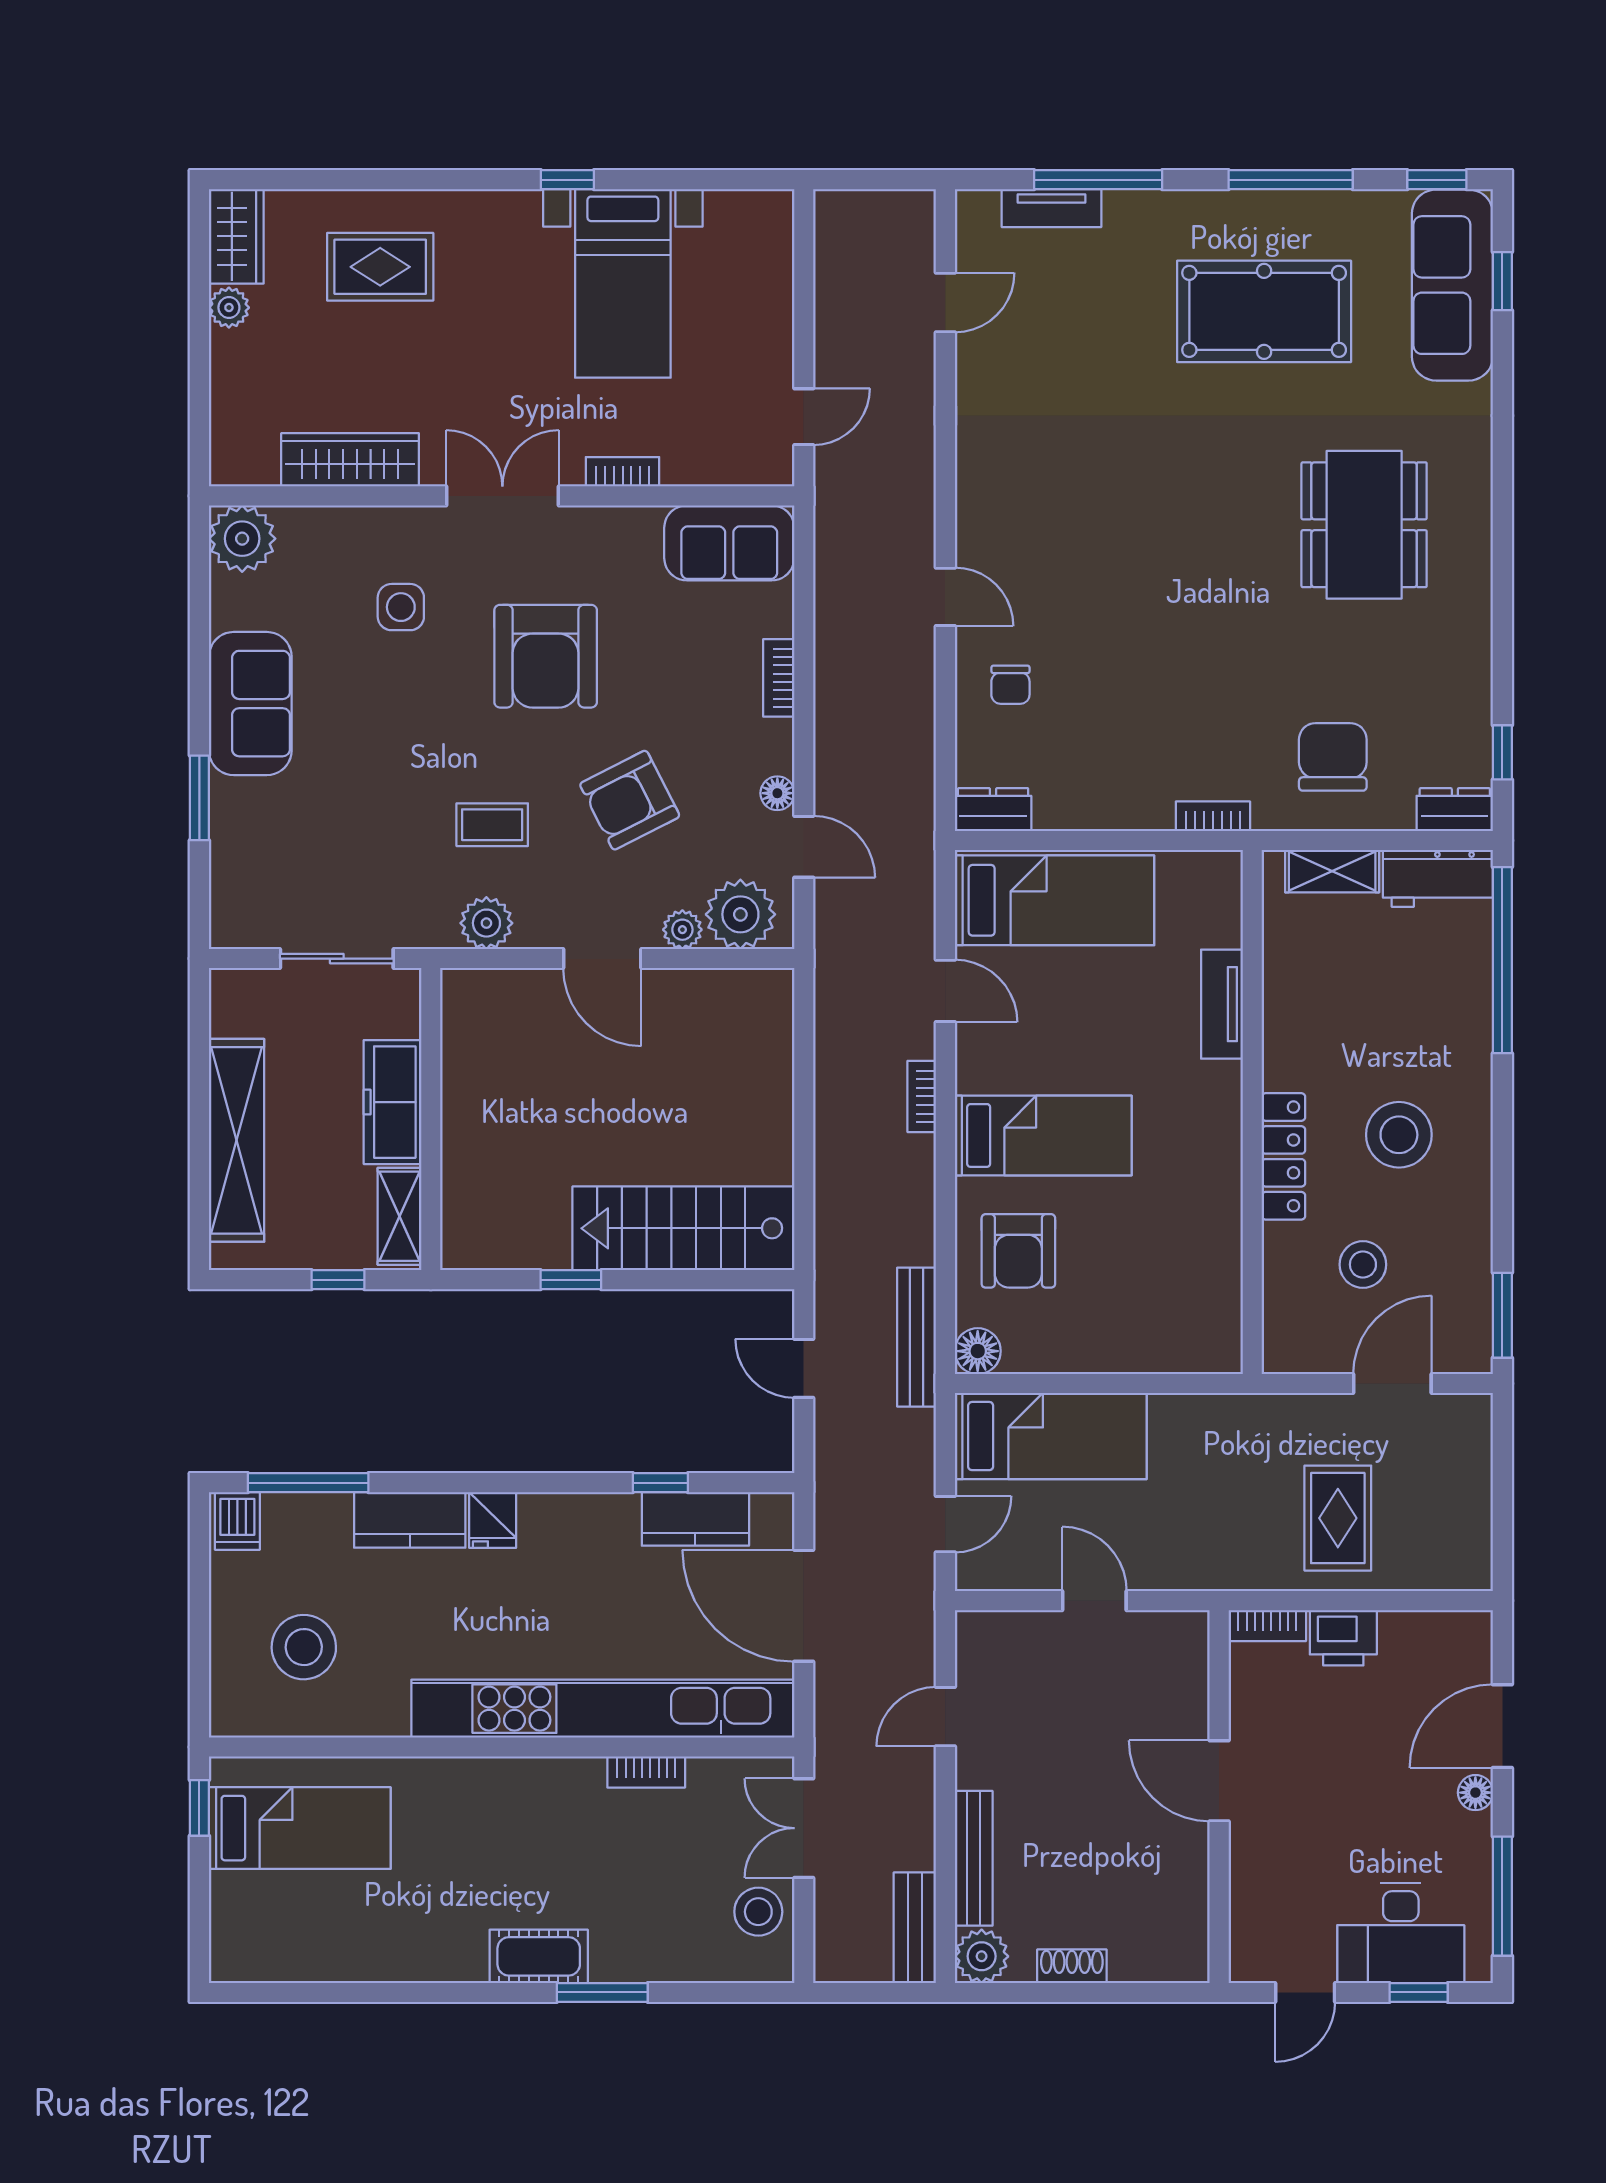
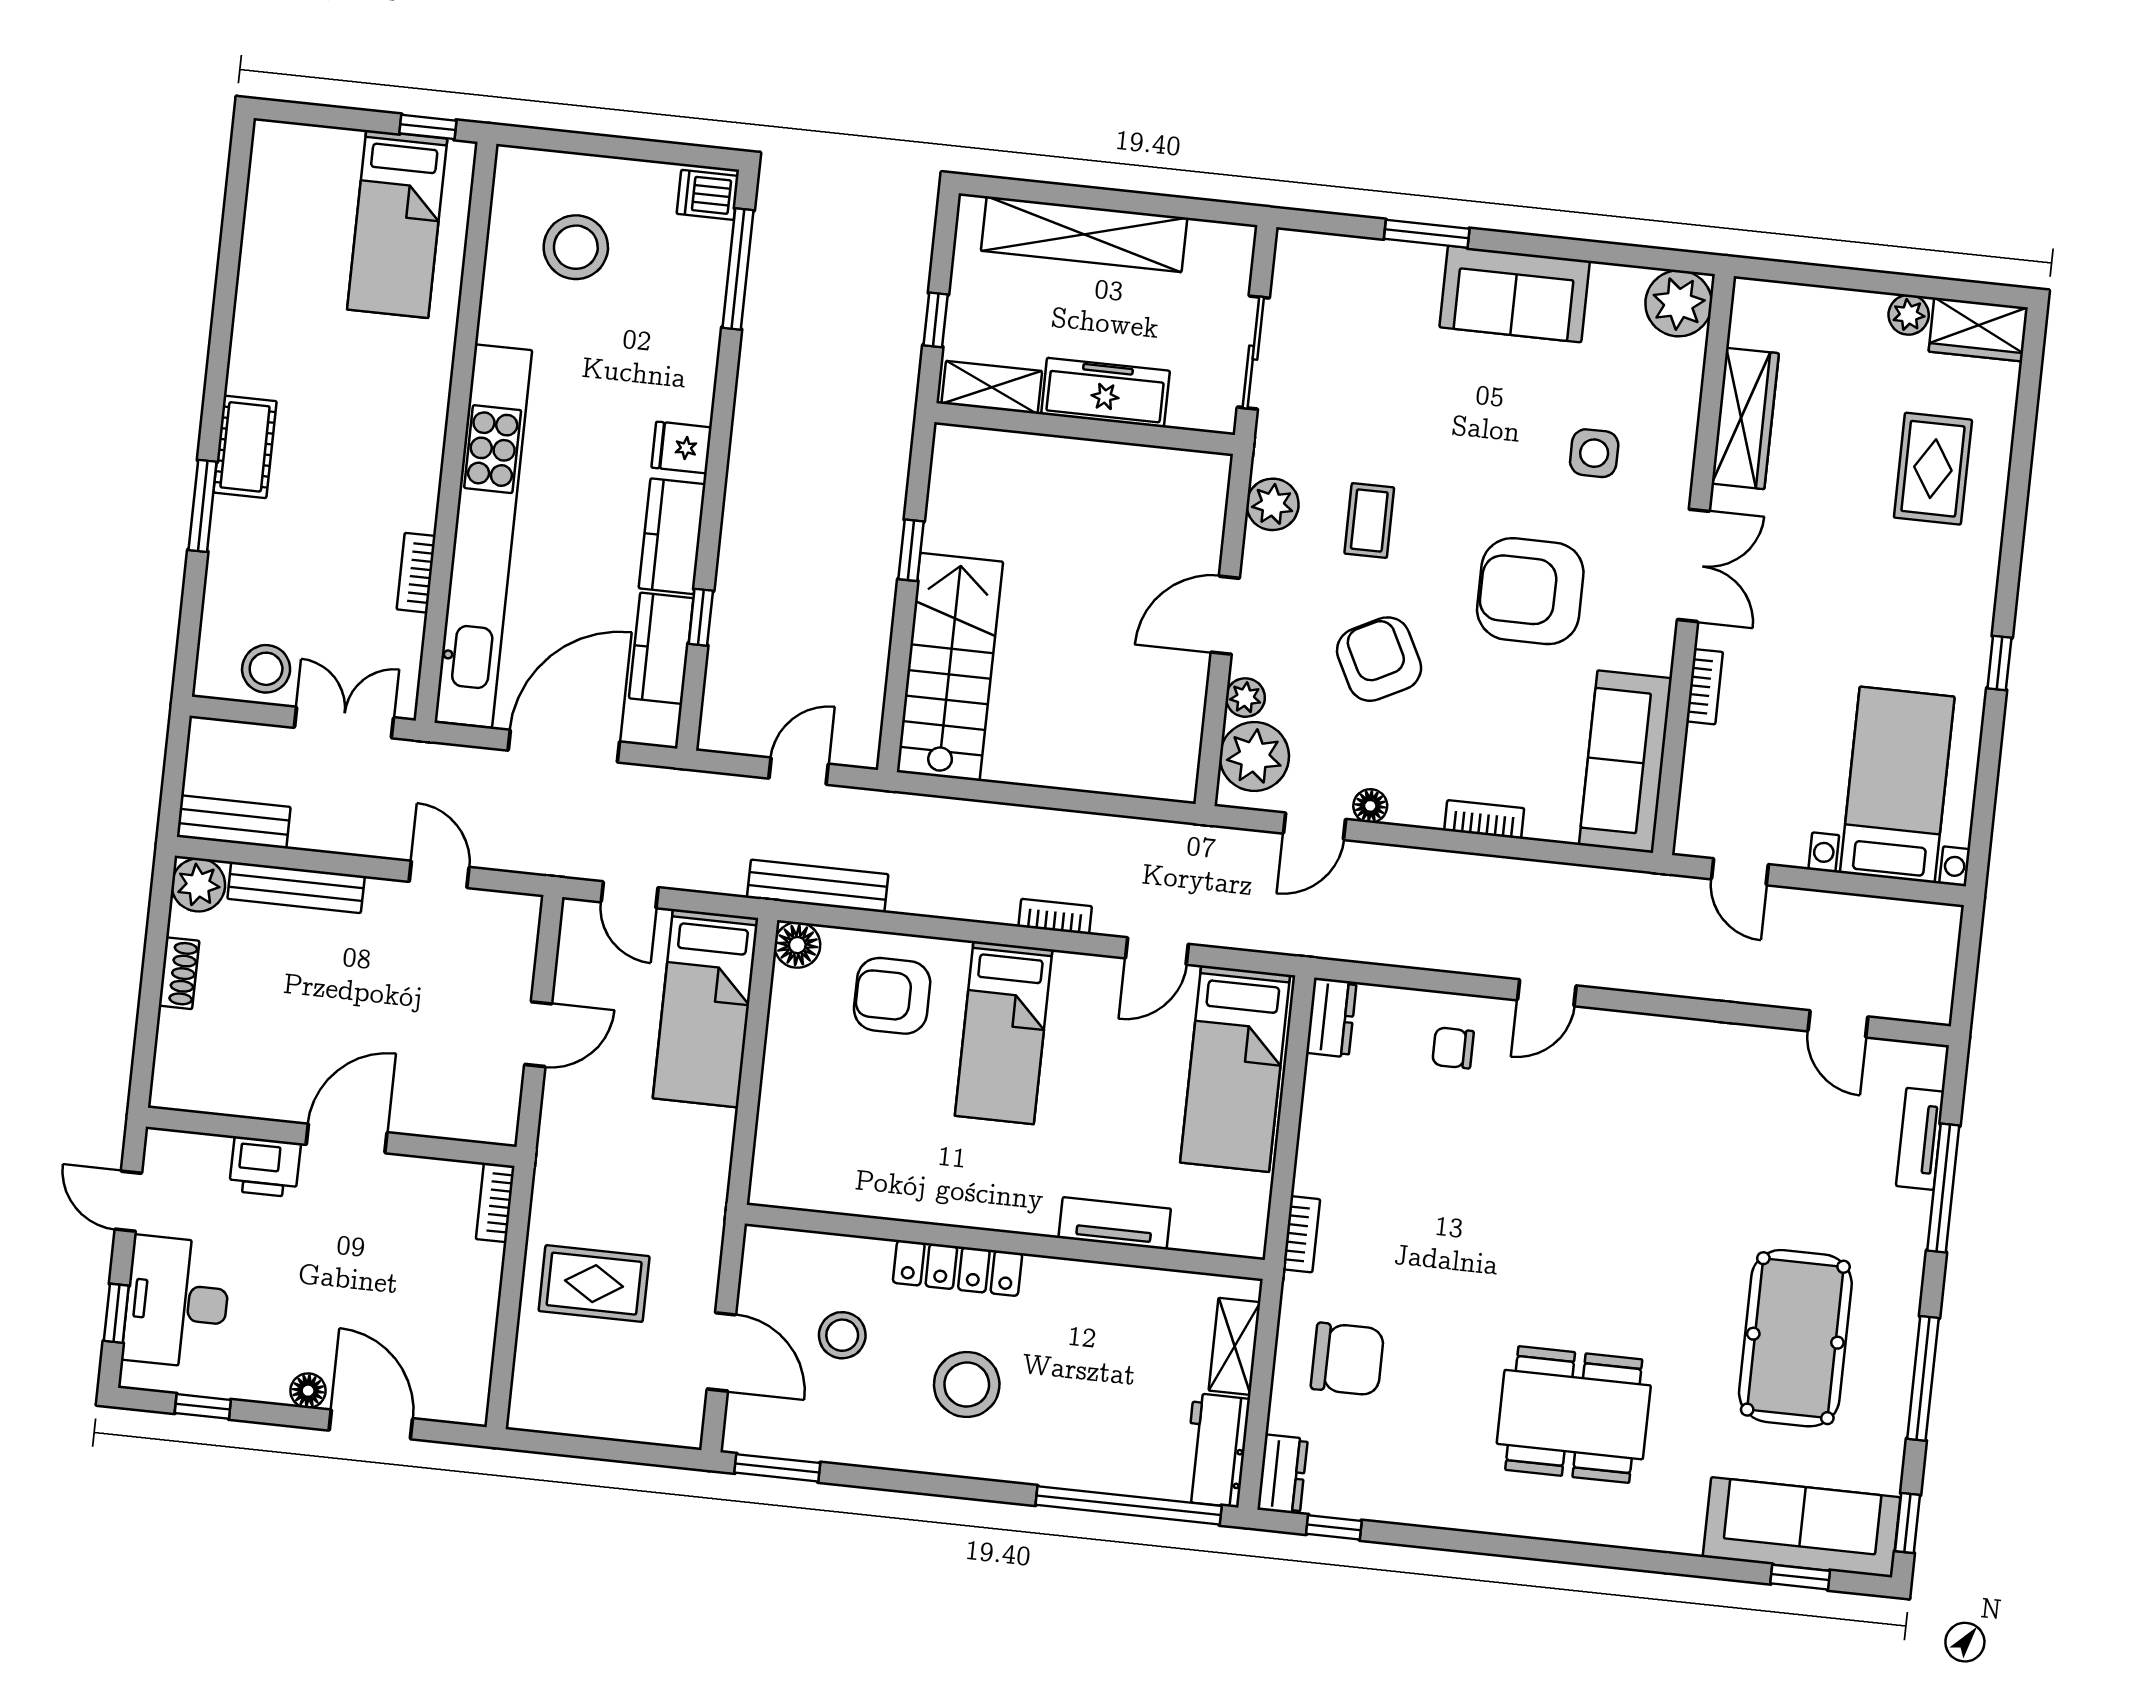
bed with nightstands: (623, 283) -> (1897, 785), moved, turned 90
sofa: (729, 543) -> (1625, 762), width x1.36
kitchen counter: (410, 1520) -> (672, 536), moved
printer: (1343, 1638) -> (265, 1167), moved, turned -90
window: (1502, 1896) -> (203, 1406), width x0.46

